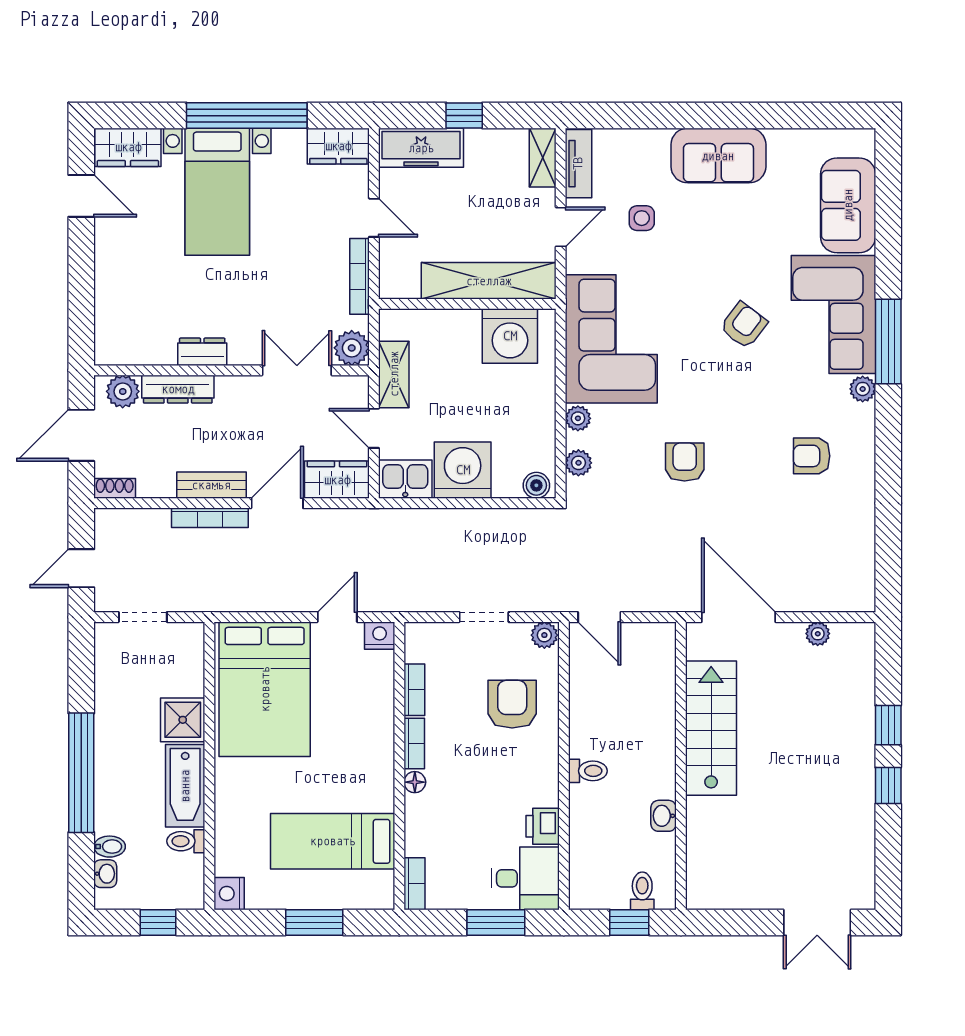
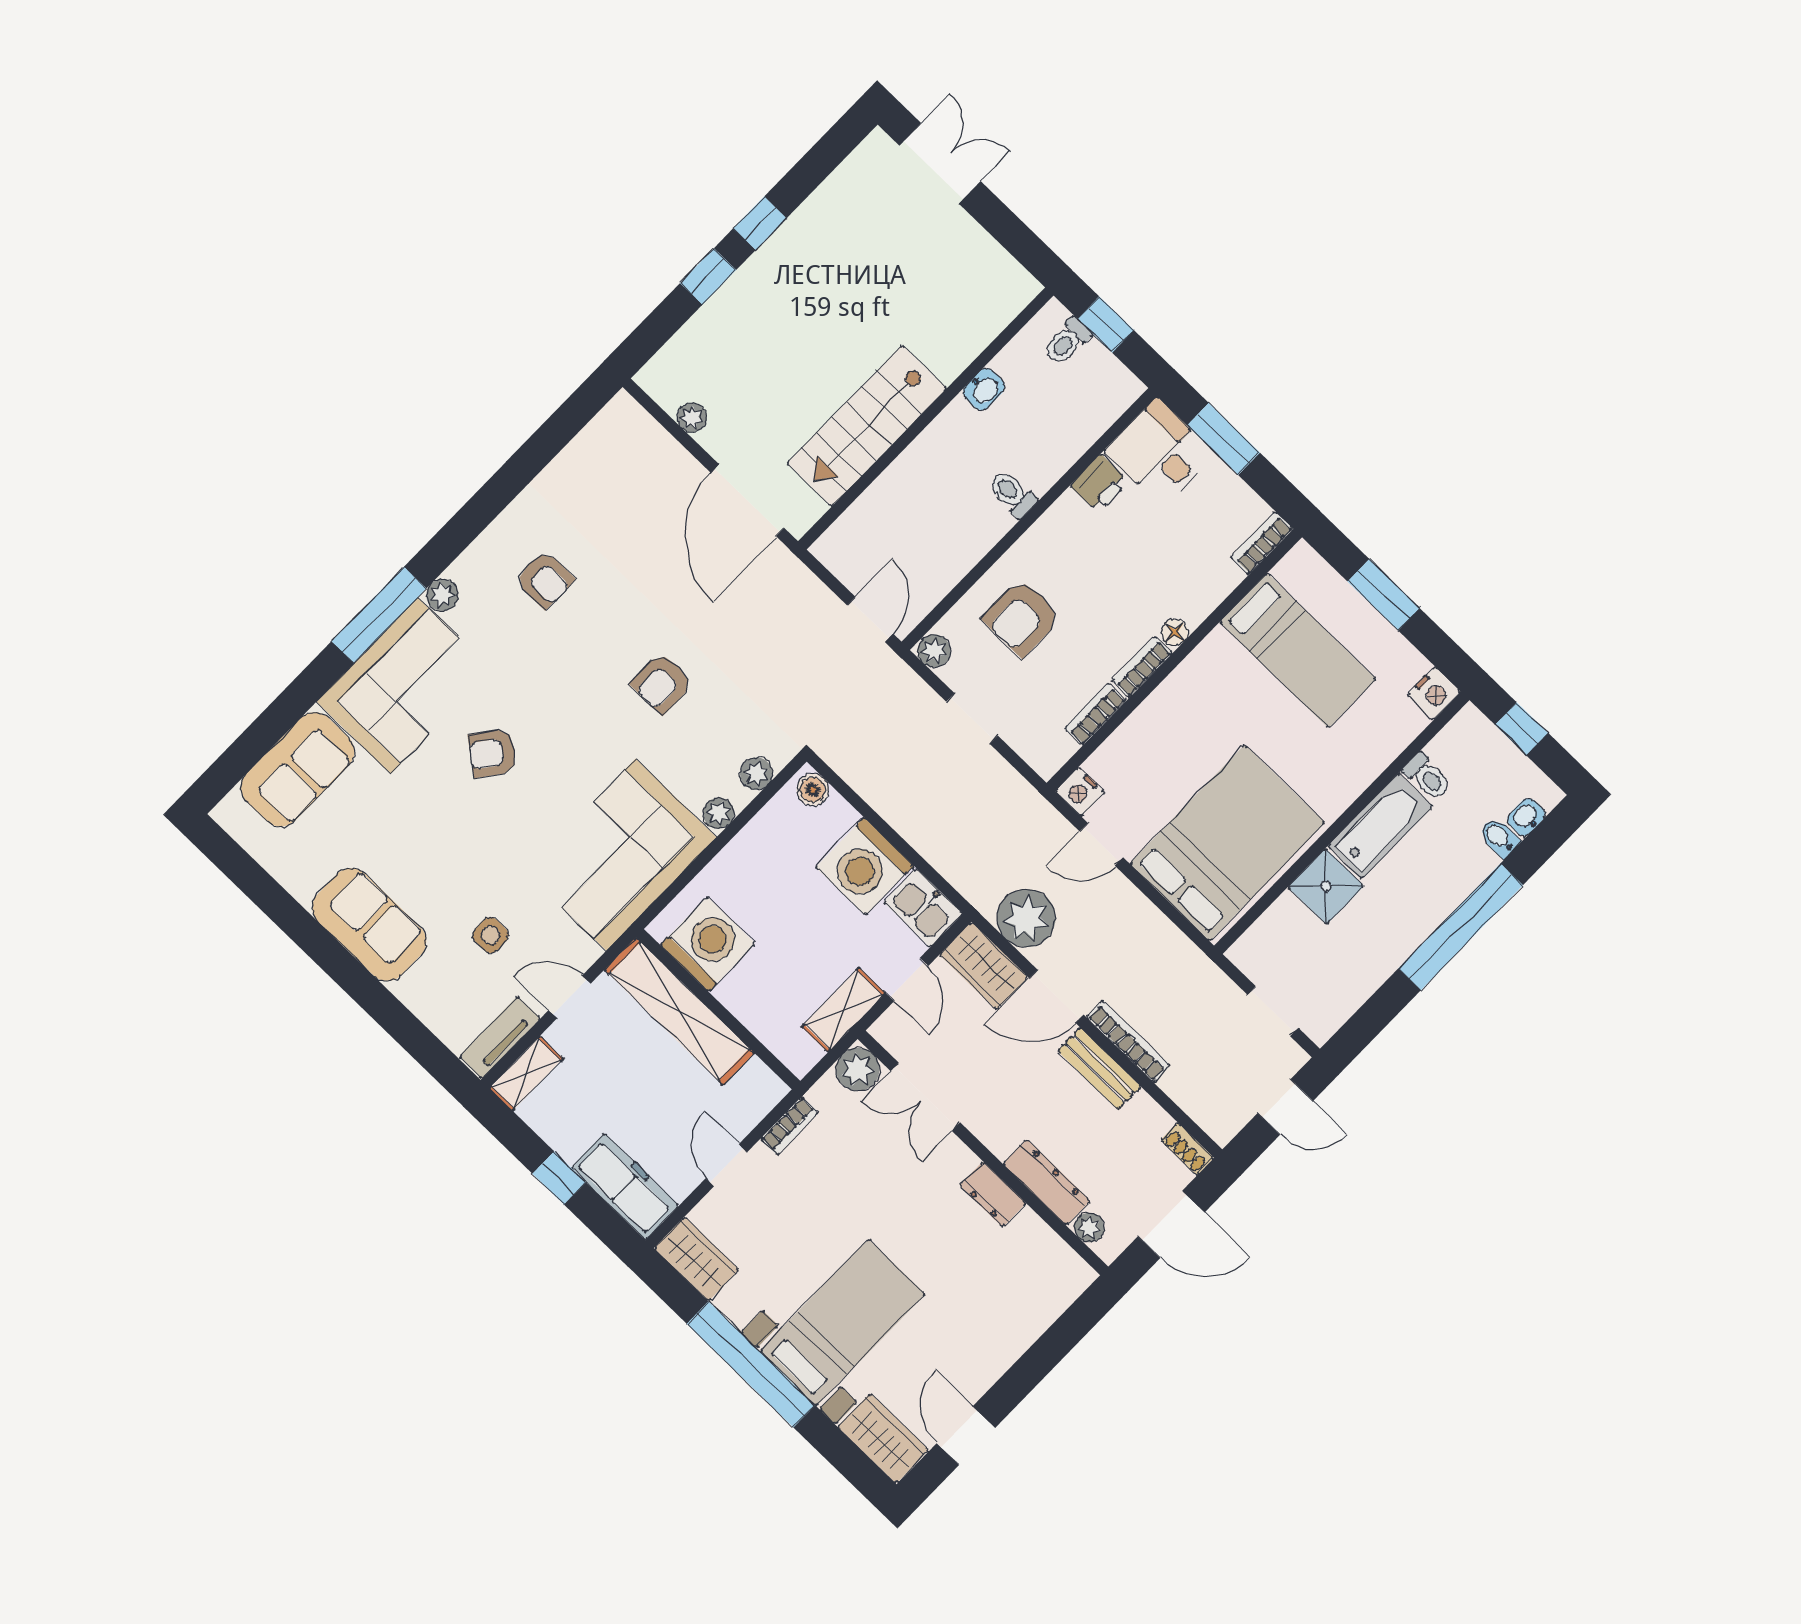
bookcase: (360, 276) -> (789, 1126), width x0.64
plant: (123, 391) -> (1089, 1228), width x0.73, depth x0.73
plant: (339, 532) -> (1026, 918), added

